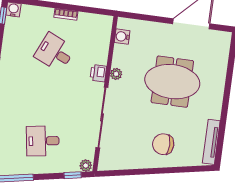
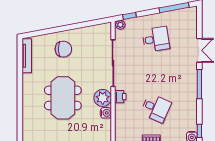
water cooler: (122, 37) -> (106, 113), moved
plant: (116, 74) -> (103, 98), width x1.88, depth x1.88
meeting table: (172, 82) -> (63, 98), turned 90

